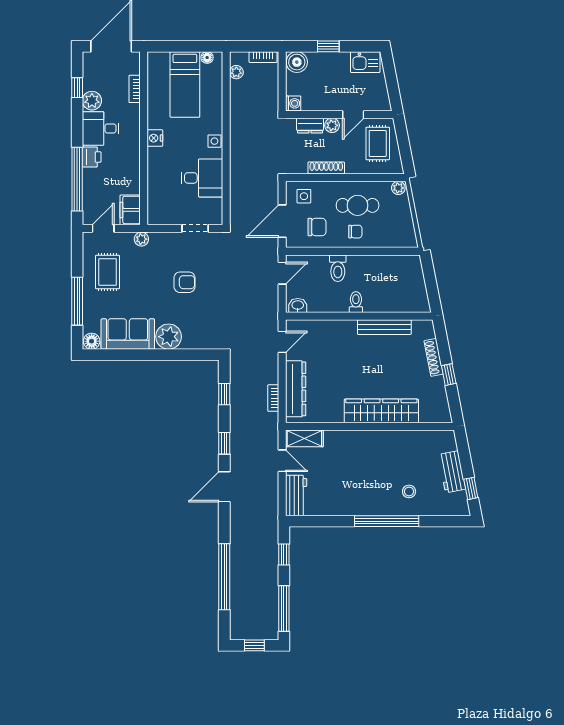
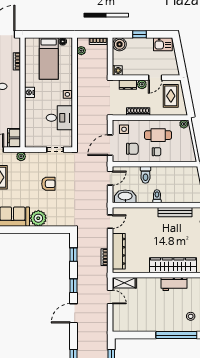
washbasin: (298, 305) -> (125, 196), width x1.91, depth x1.45
workbench: (296, 496) -> (174, 284), moved, turned 90

